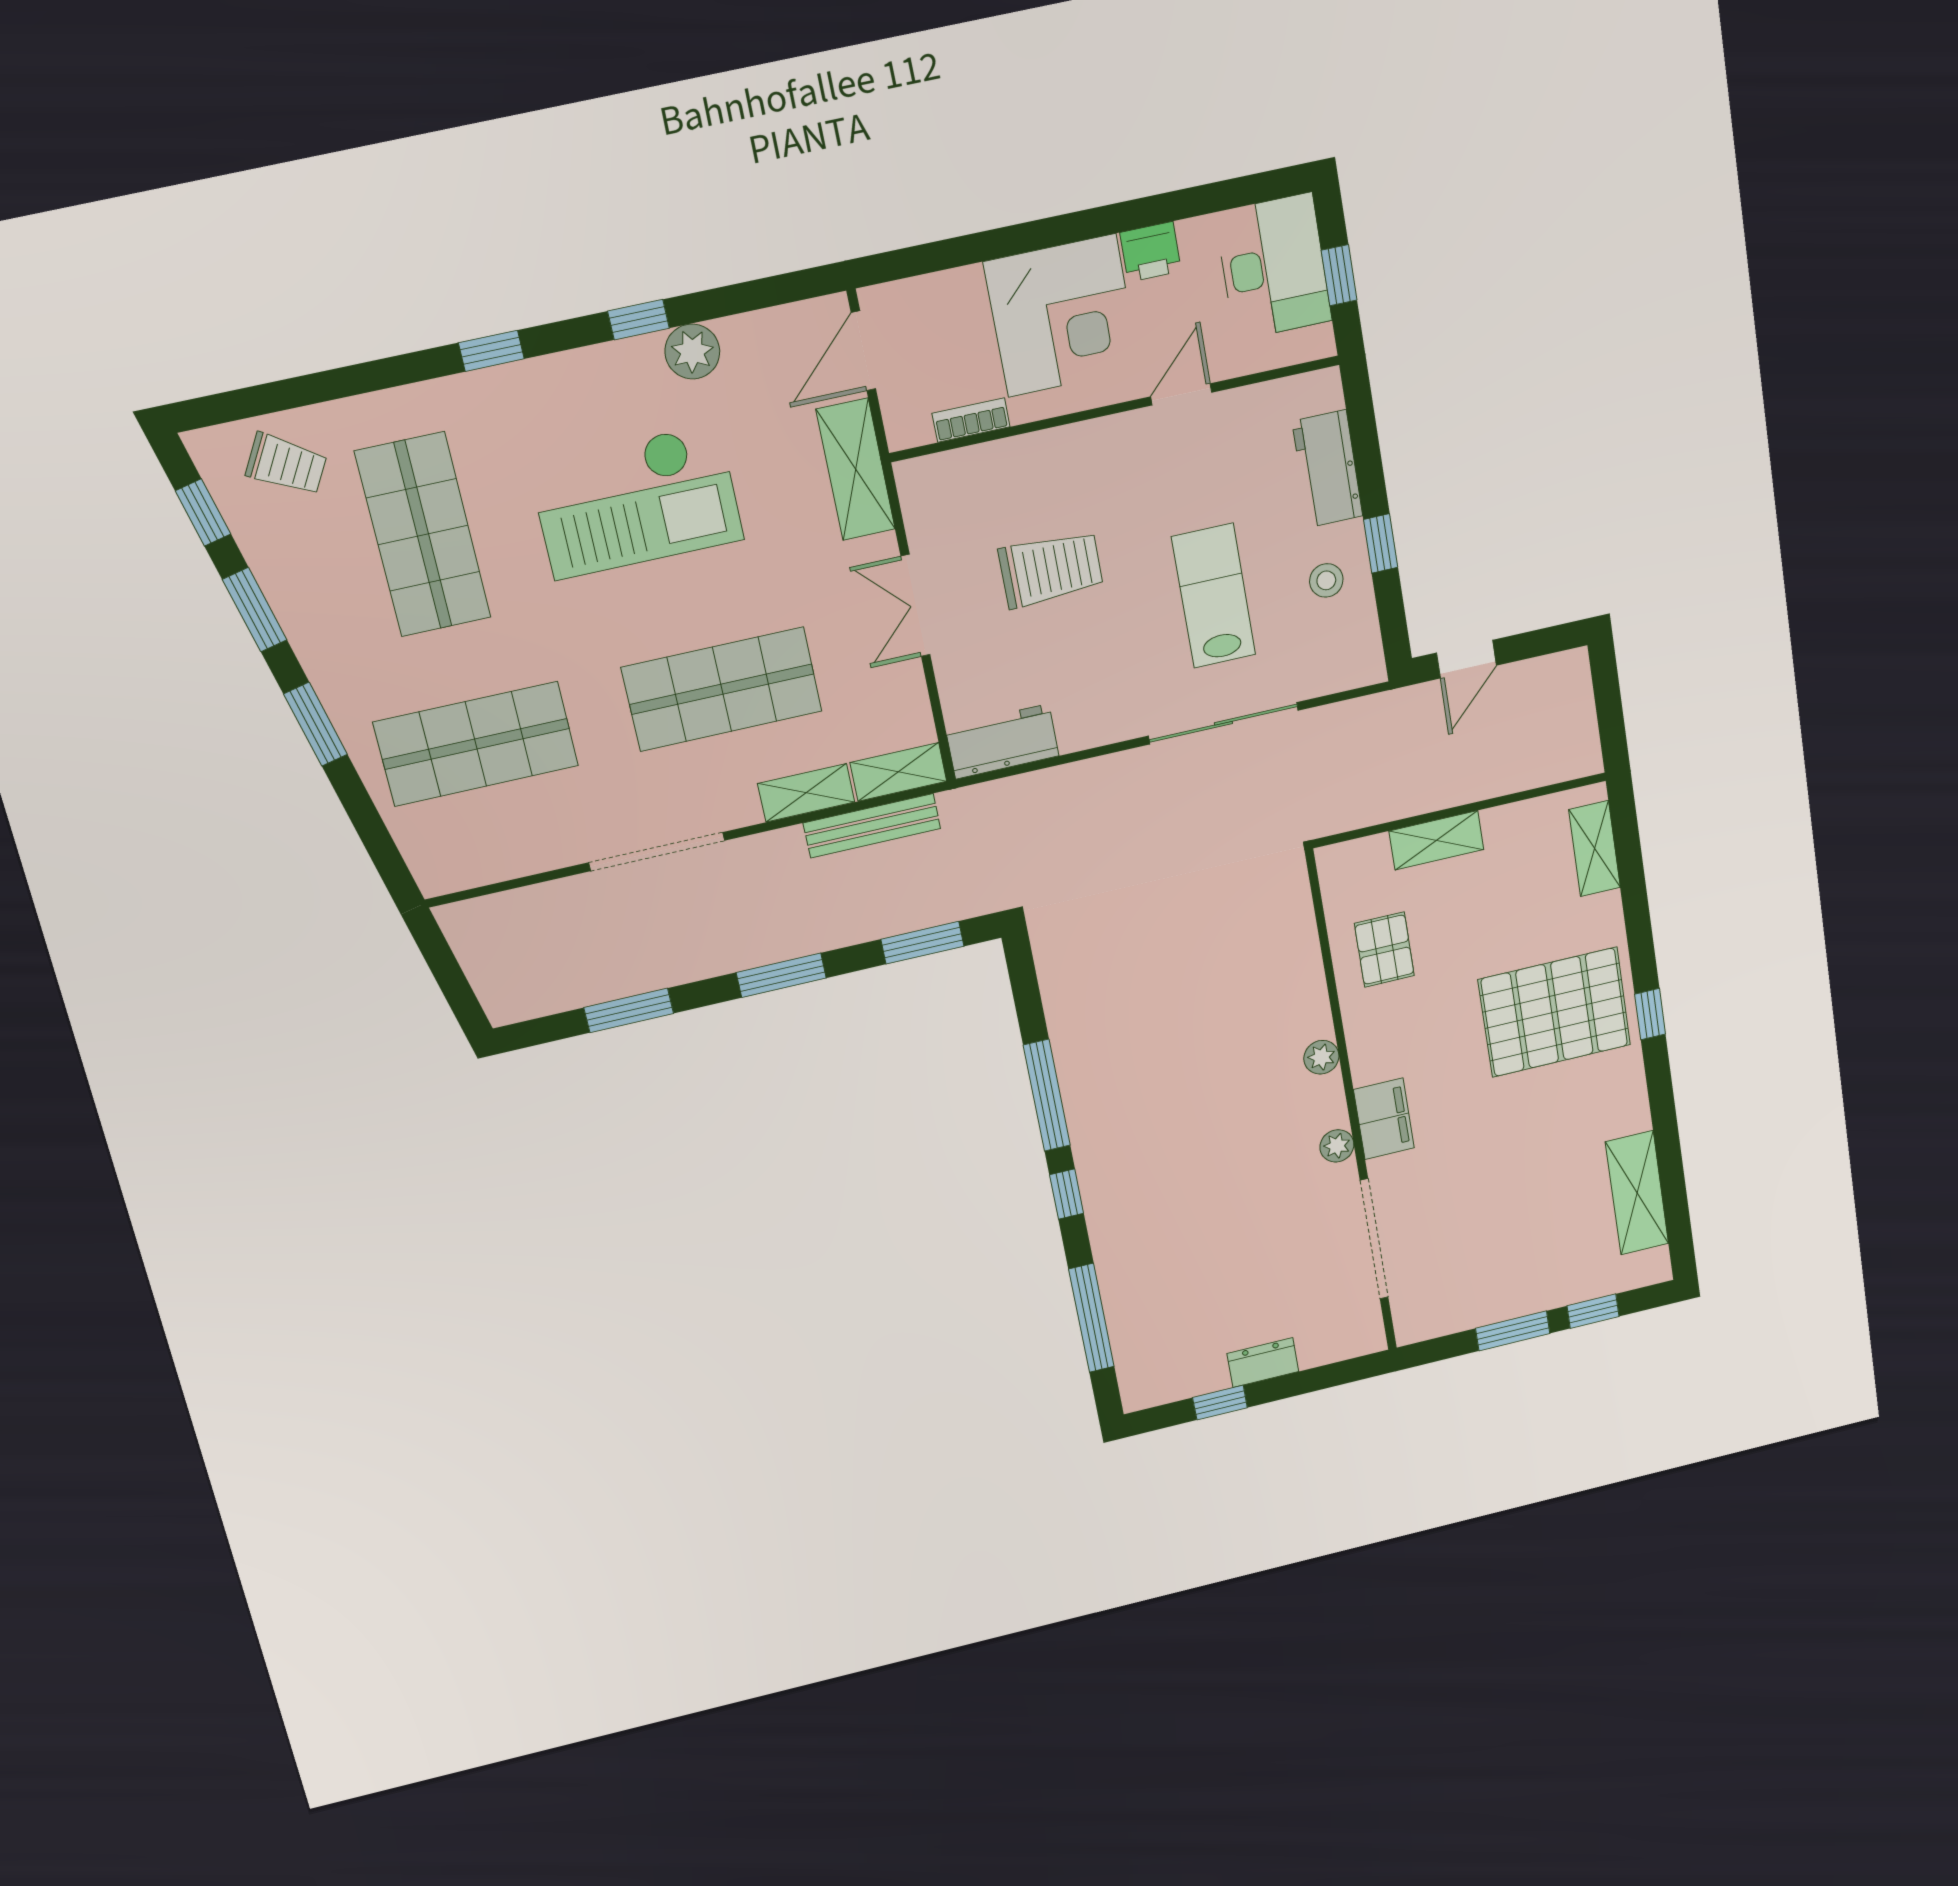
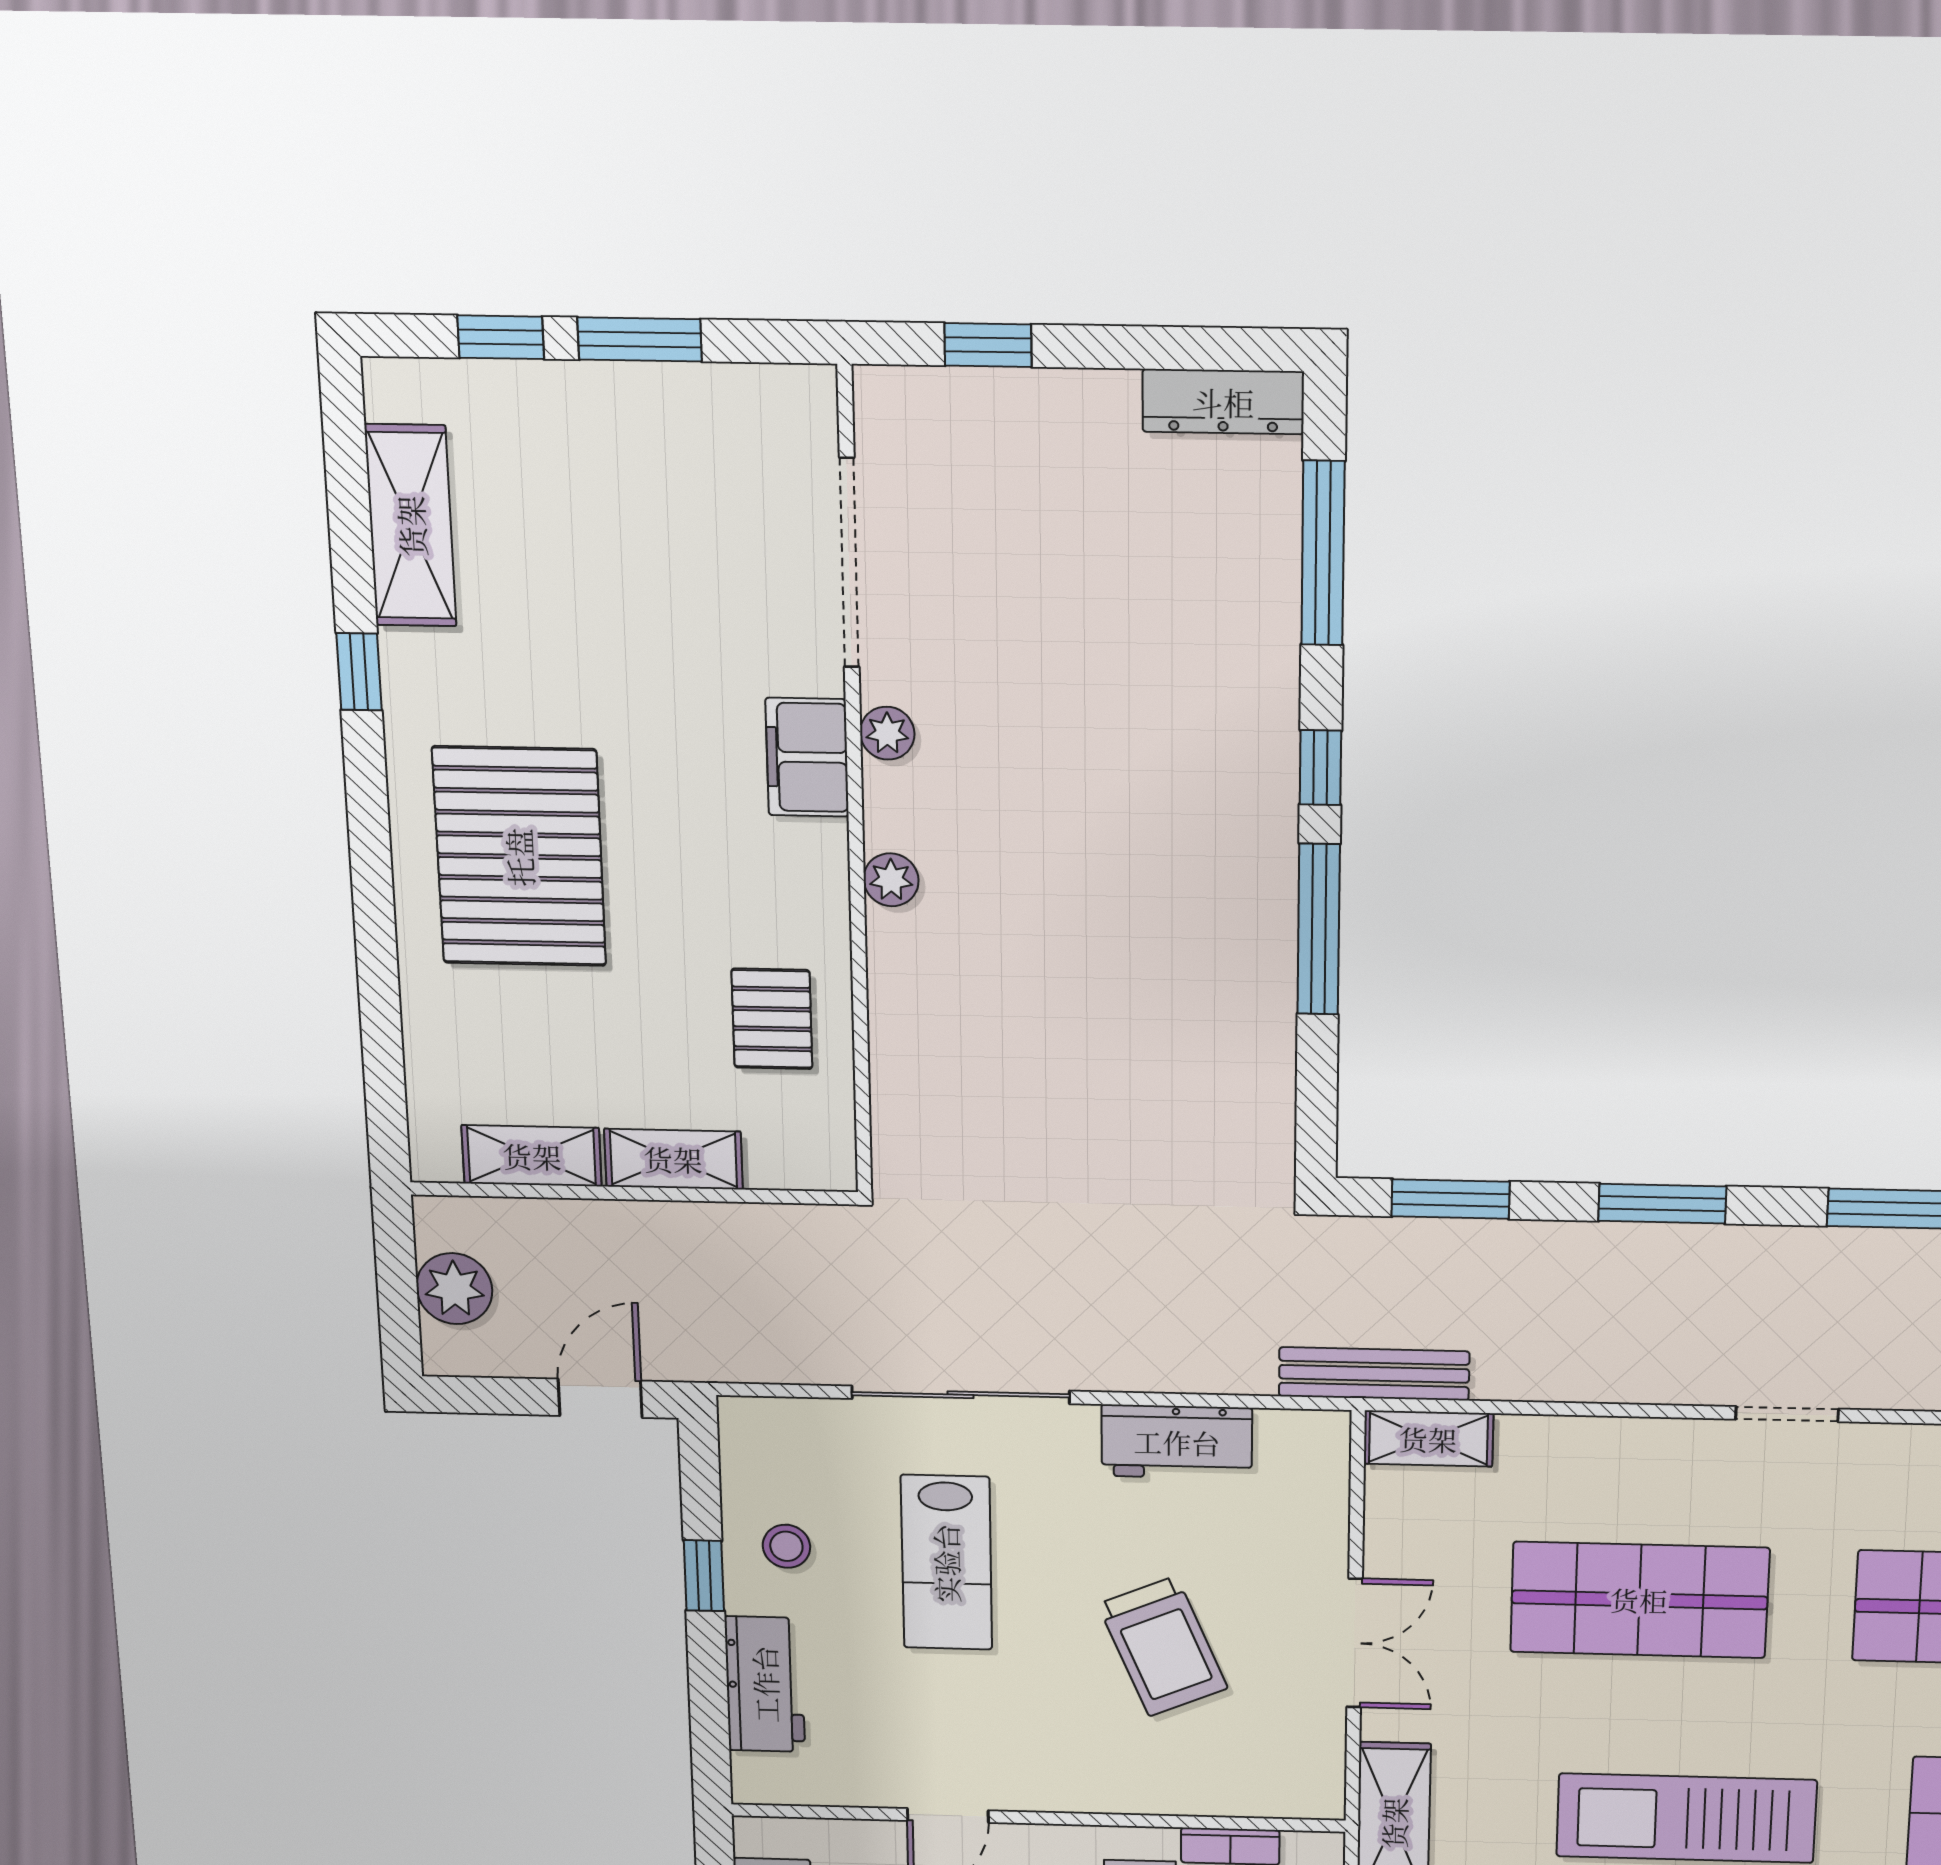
trolley: (1051, 569) -> (1163, 1646), turned -113
plant: (1571, 714) -> (454, 1289), added
workbench: (1002, 741) -> (1177, 1442), moved
shelving: (806, 793) -> (1562, 1442), removed
bench: (872, 826) -> (1374, 1374), moved
shelving: (1595, 849) -> (532, 1156), moved, turned 90
doorway: (657, 851) -> (1787, 1414), width x0.53
pallet: (1554, 1012) -> (519, 857), turned 90
window: (1650, 1014) -> (359, 672), moved
dresser: (1263, 1363) -> (1223, 402), moved, width x1.44
window: (1220, 1403) -> (988, 345), moved

